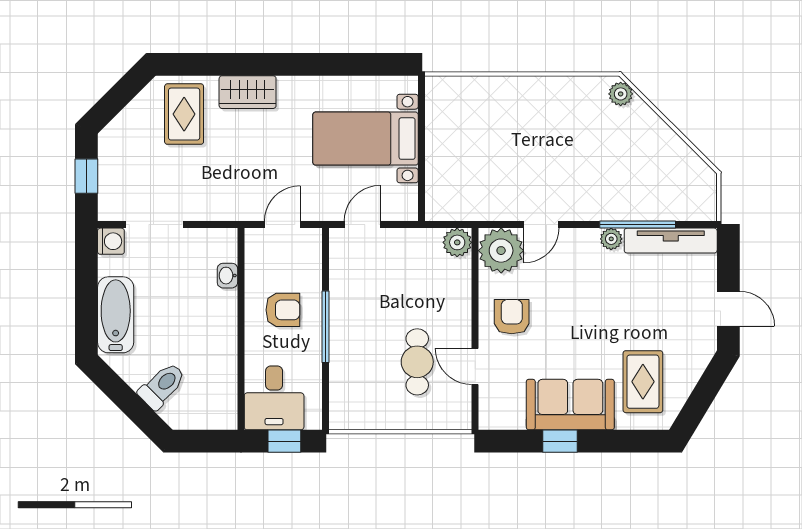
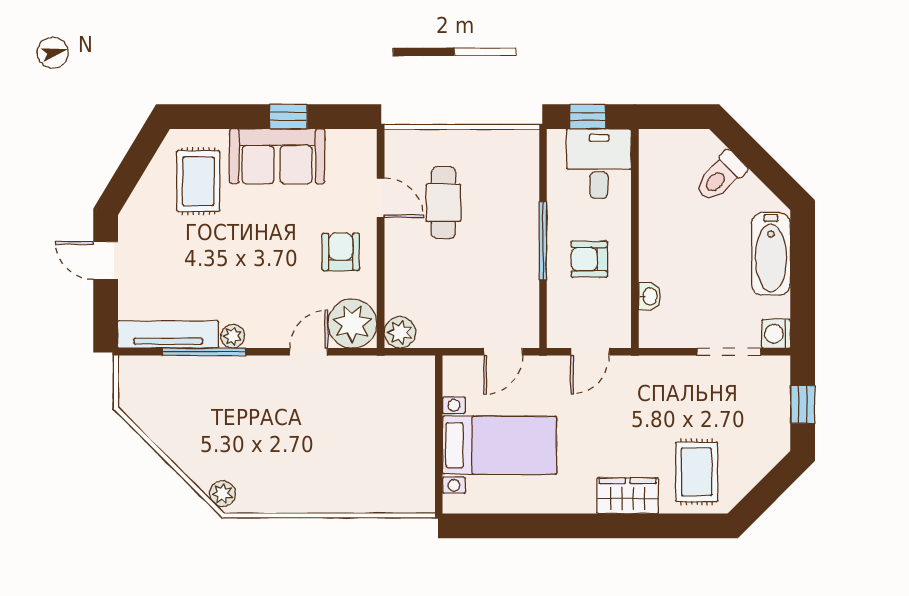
armchair: (512, 317) -> (341, 252), turned 180

